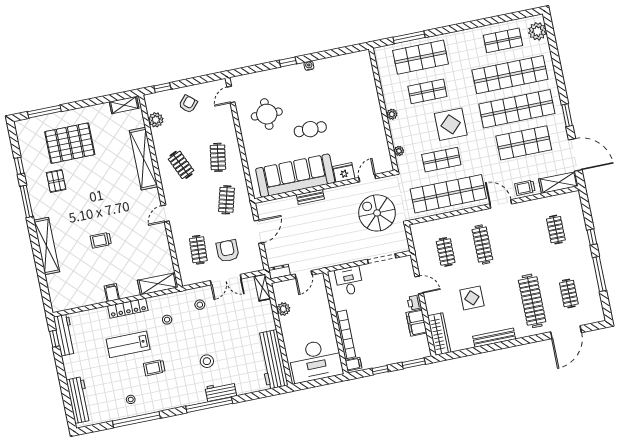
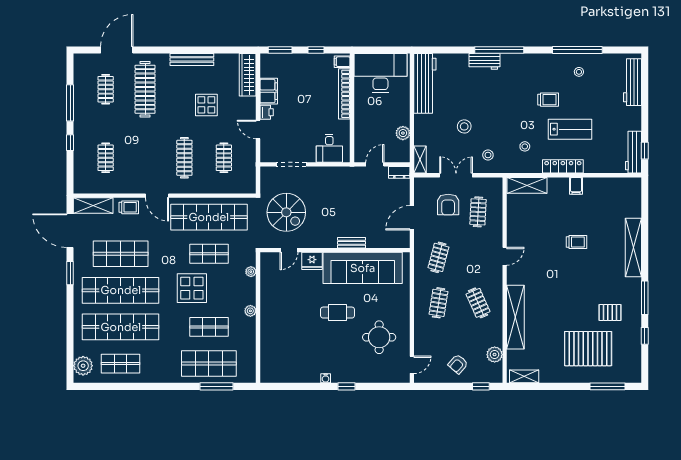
pallet: (56, 181) -> (610, 312), turned 90
stool: (207, 361) -> (464, 126), moved

